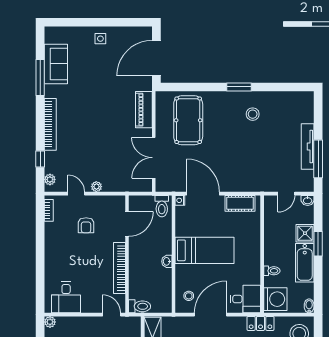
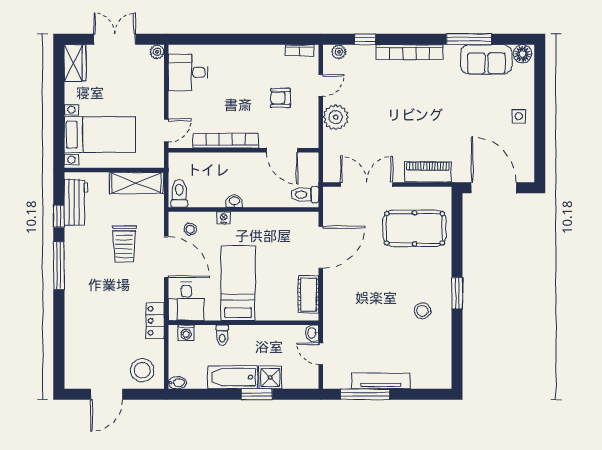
floor lamp: (51, 36) -> (522, 54), added
plant: (96, 187) -> (336, 117), width x1.88, depth x1.88
nightstand: (180, 200) -> (224, 218), moved
washbasin: (308, 200) -> (312, 333), moved
bed: (205, 250) -> (238, 283), moved, turned 180
washing machine: (275, 299) -> (186, 333), width x0.53, depth x0.53
toilet: (140, 306) -> (179, 194), moved, turned 180

